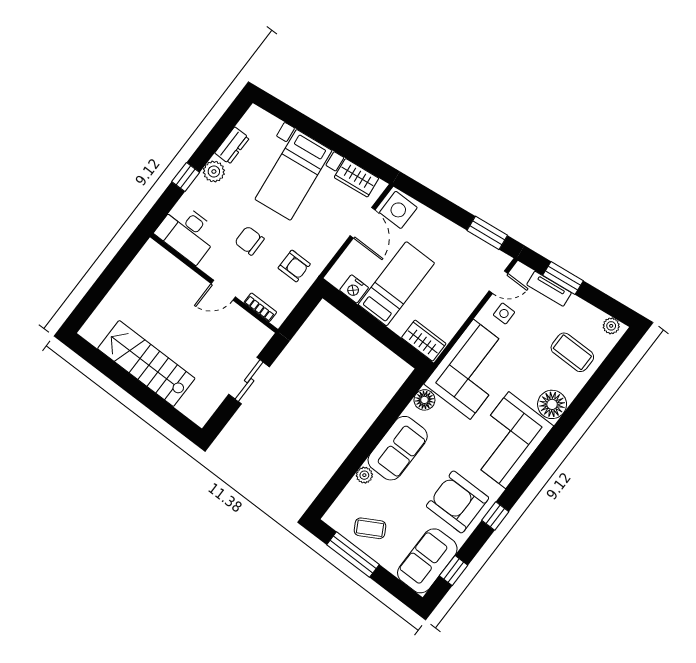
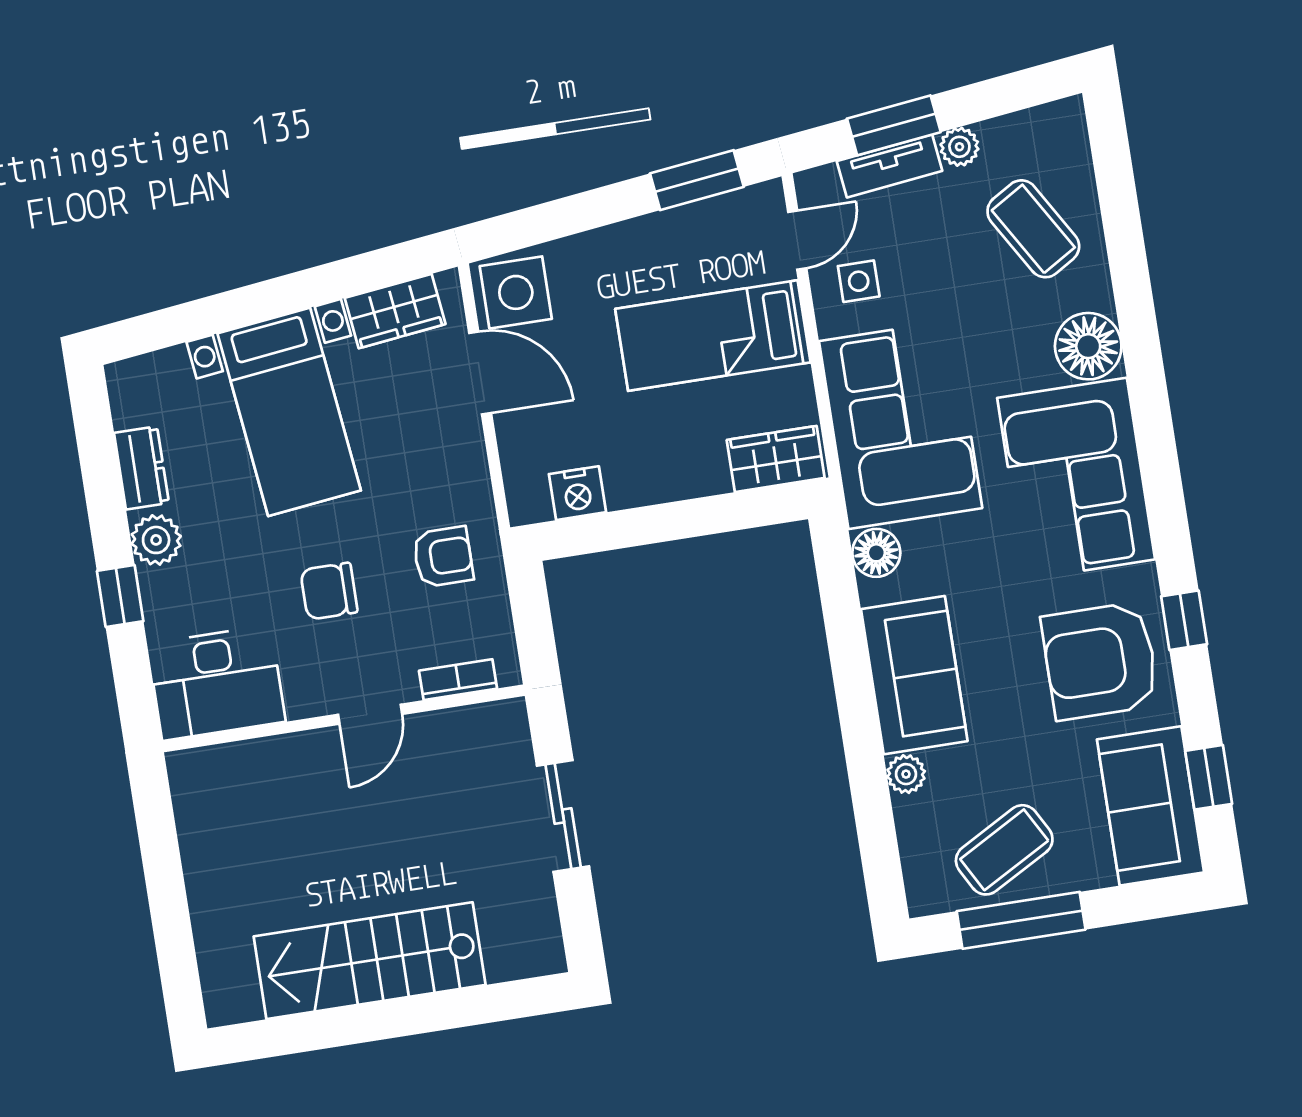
bed: (396, 284) -> (713, 336), moved, turned -90
plant: (611, 326) -> (959, 147), moved
coffee table: (572, 352) -> (1033, 229), turned 59
coffee table: (370, 528) -> (1004, 850), width x1.36, depth x1.30

